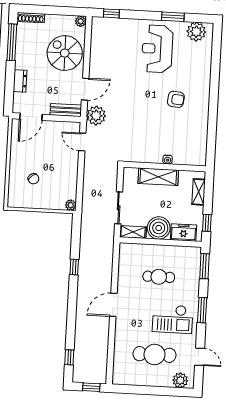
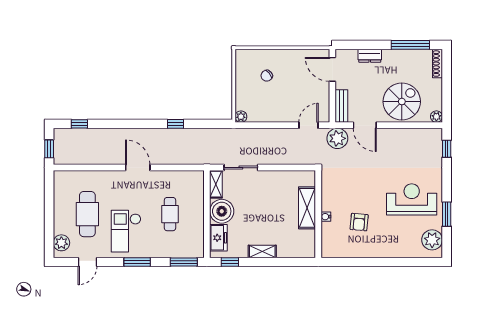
water cooler: (167, 159) -> (326, 217), moved
wall: (165, 167) -> (318, 214), moved
shelving: (158, 177) -> (307, 208), moved

